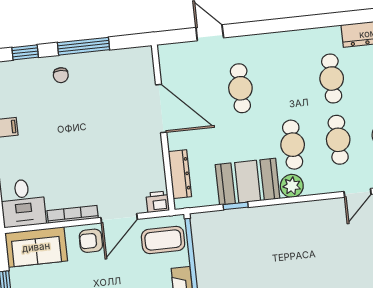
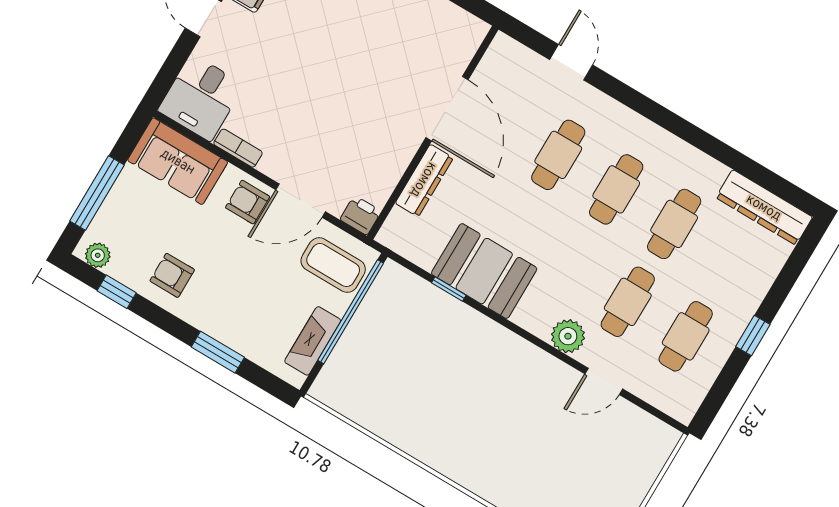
cafe table: (293, 145) -> (616, 189), moved
dresser: (180, 174) -> (424, 180), moved
plant: (292, 186) -> (568, 336), moved
bookcase: (73, 214) -> (238, 148), width x0.64

